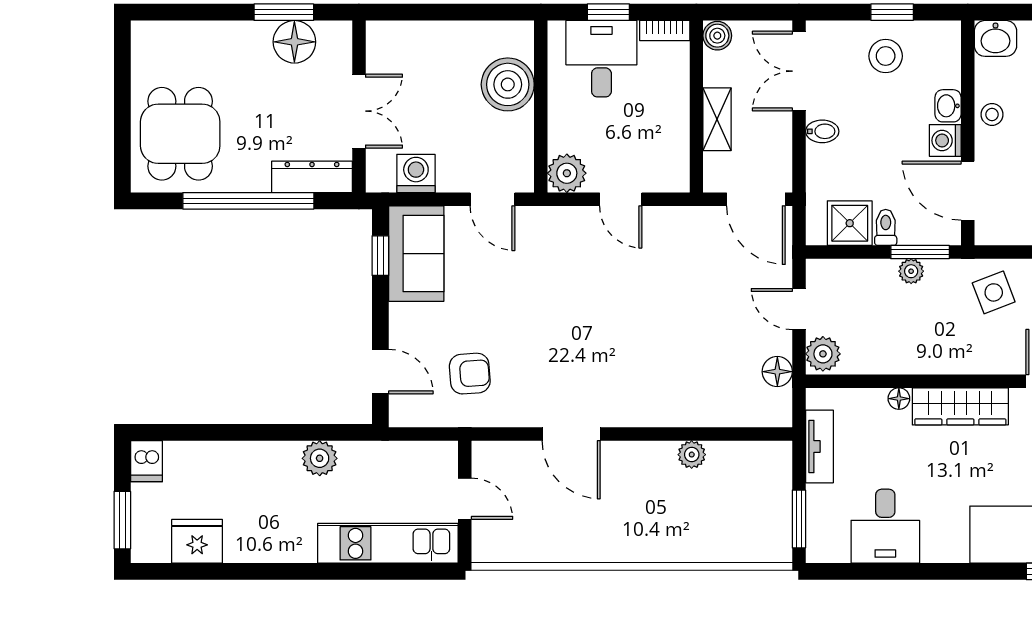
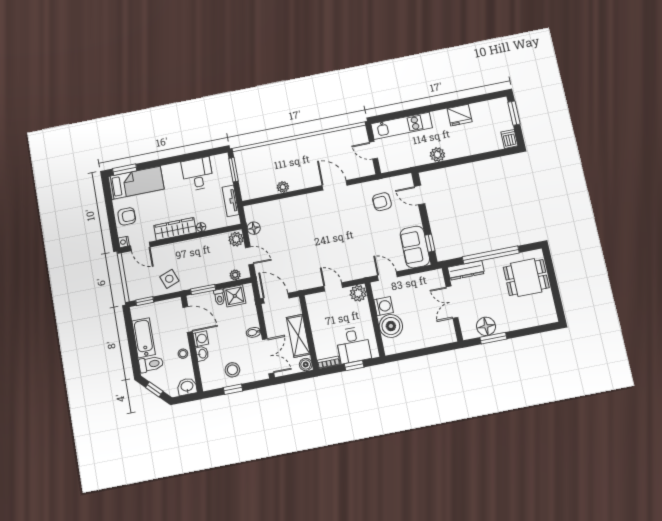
shelving: (717, 119) -> (298, 336), width x1.50, depth x1.33
dining table: (180, 134) -> (526, 277), turned 90
washing machine: (416, 173) -> (384, 306), moved, turned -90
plant: (911, 271) -> (235, 275), moved
fridge: (197, 541) -> (459, 115), moved

